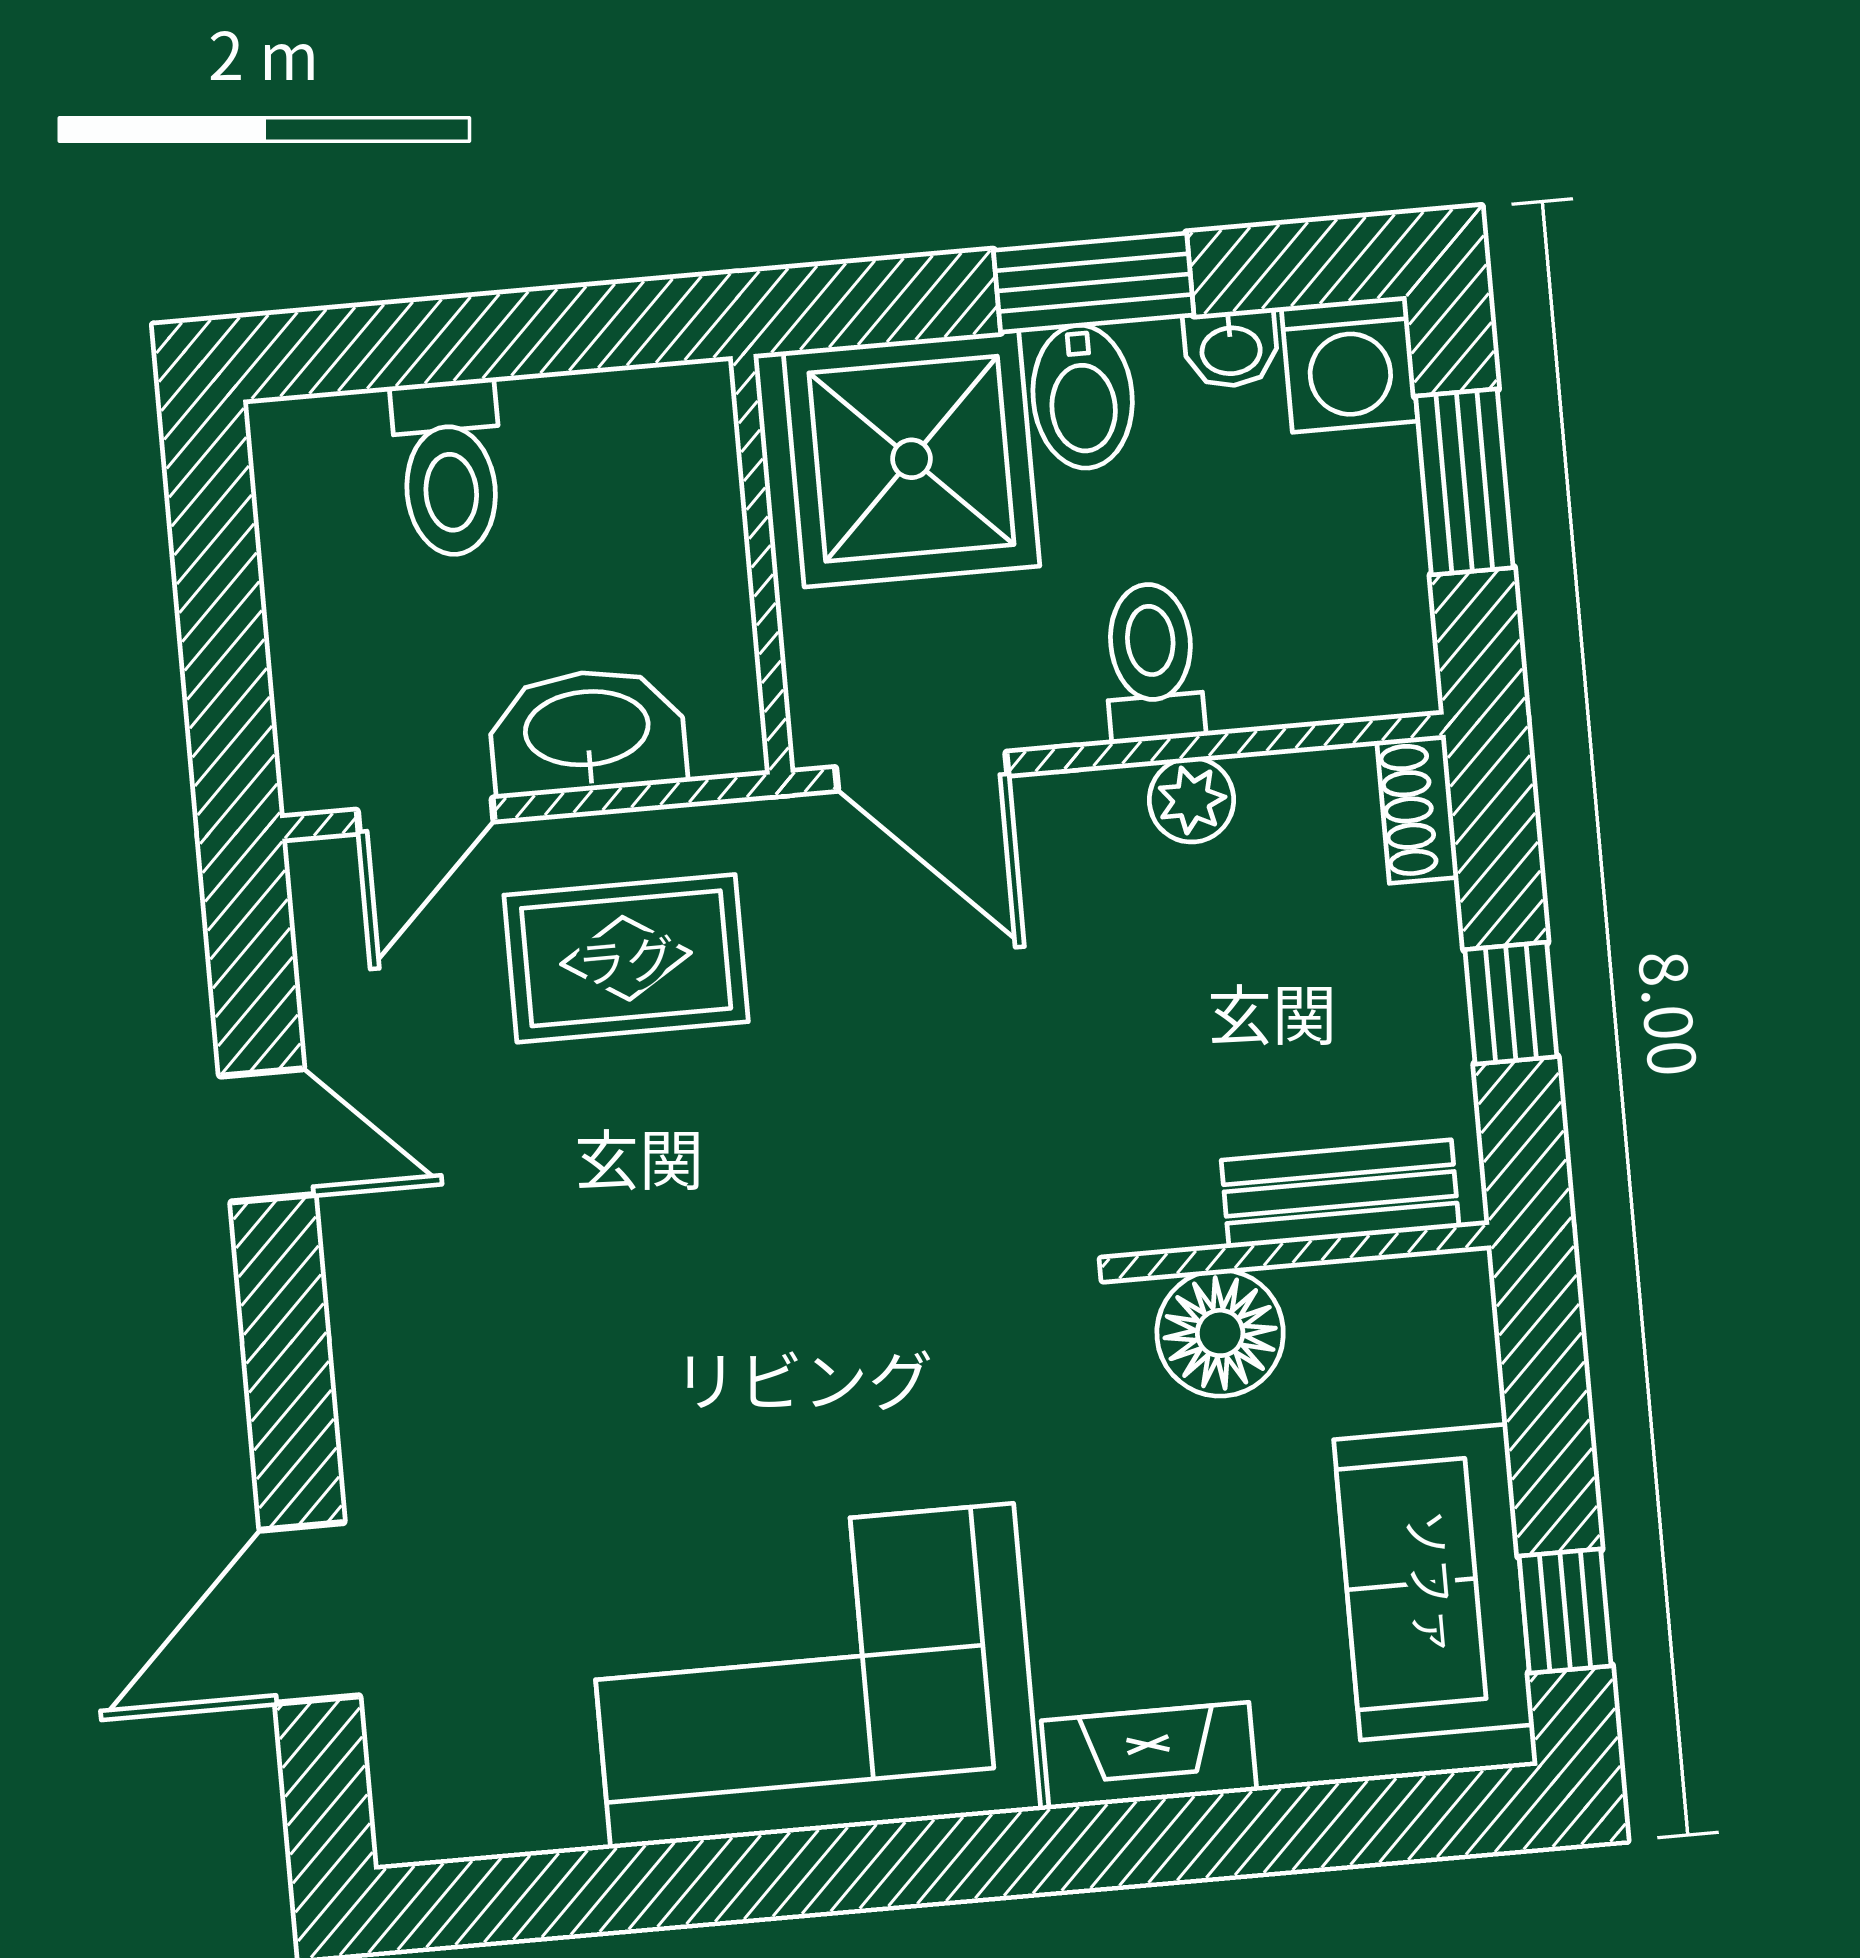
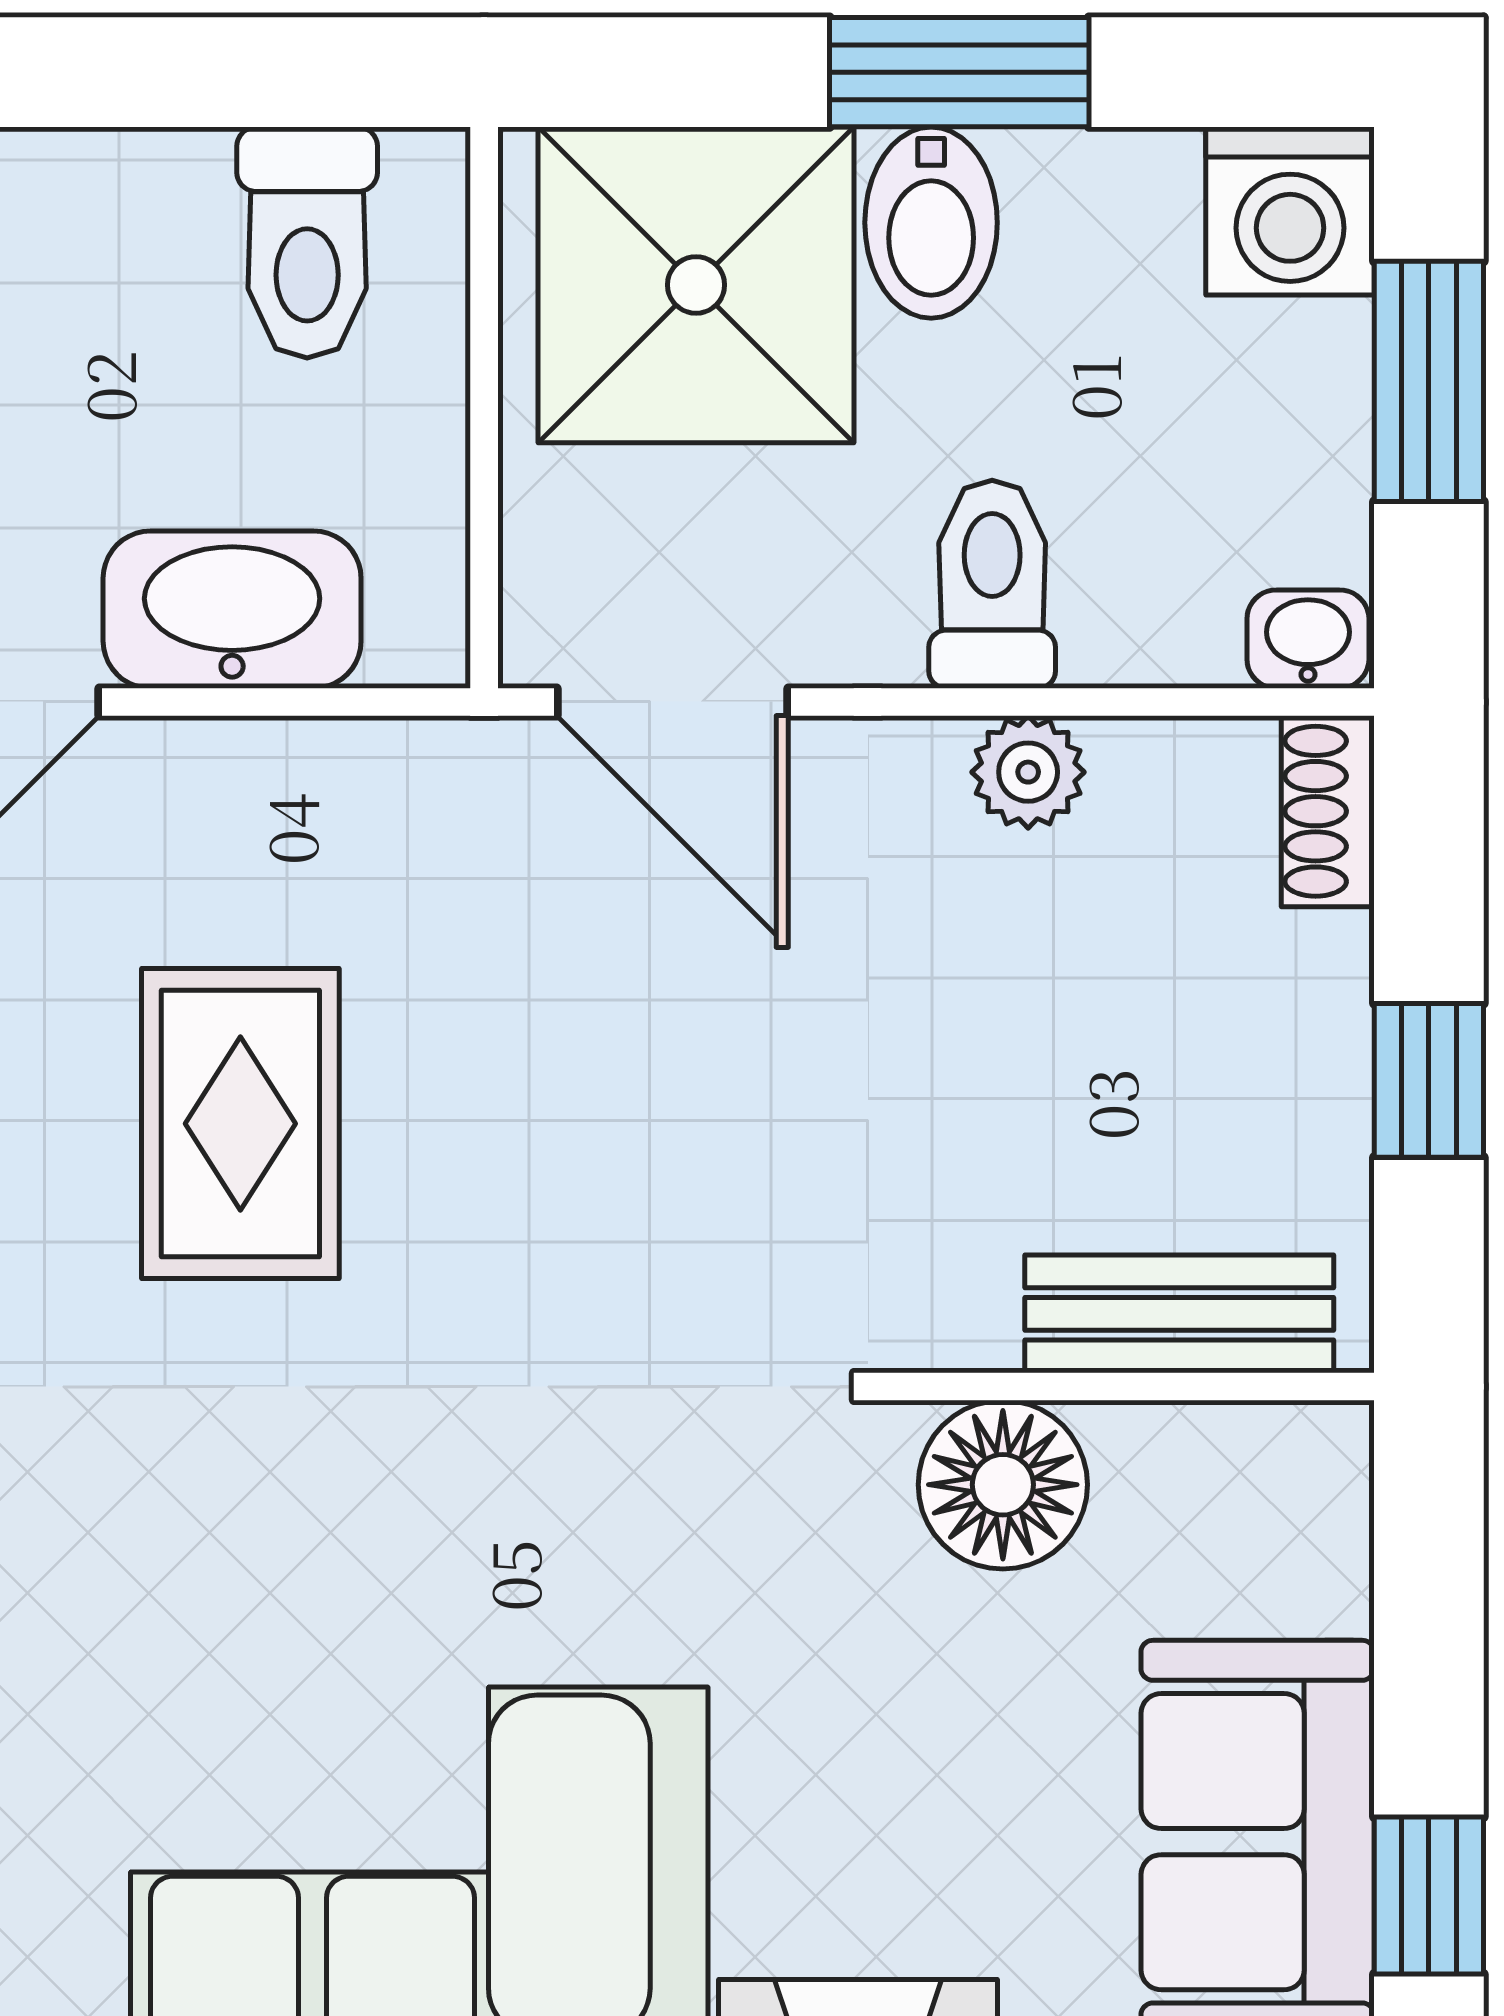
washbasin: (1231, 349) -> (1308, 639), moved, turned 180
toilet: (449, 468) -> (307, 243), moved
rug: (626, 958) -> (240, 1124), moved, turned 90

